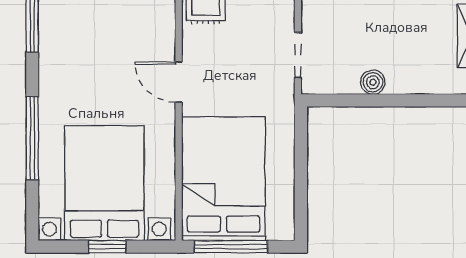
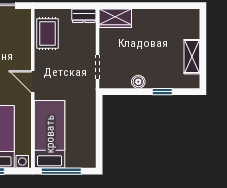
window: (417, 100) -> (162, 92), added
bed: (223, 179) -> (50, 134), width x0.67

